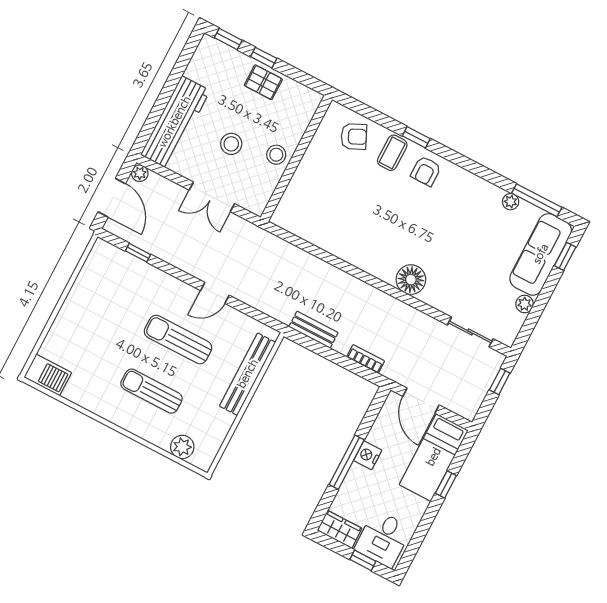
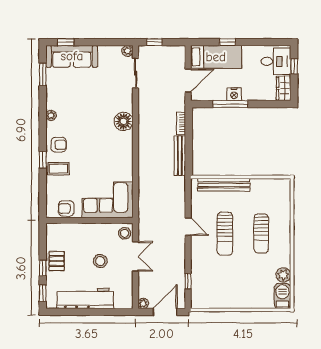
workbench: (175, 122) -> (85, 298), moved
armchair: (354, 137) -> (66, 209), moved, turned -65
stool: (276, 155) -> (125, 233), moved
corner sofa: (312, 199) -> (108, 200), added
window: (537, 200) -> (43, 74), width x0.69
plant: (511, 202) -> (51, 115), moved
plant: (525, 304) -> (127, 51), moved
bench: (313, 330) -> (180, 156), width x1.36
plant: (182, 447) -> (283, 275), moved
window: (347, 462) -> (230, 104), moved

